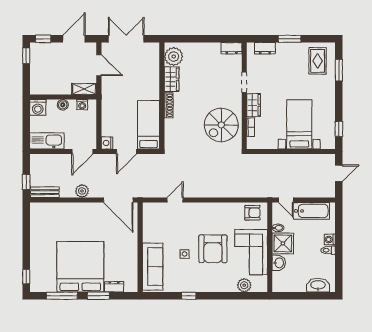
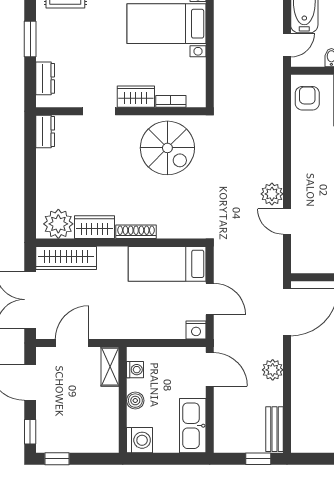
wardrobe: (152, 61) -> (66, 258), added
plant: (192, 191) -> (272, 194), added

